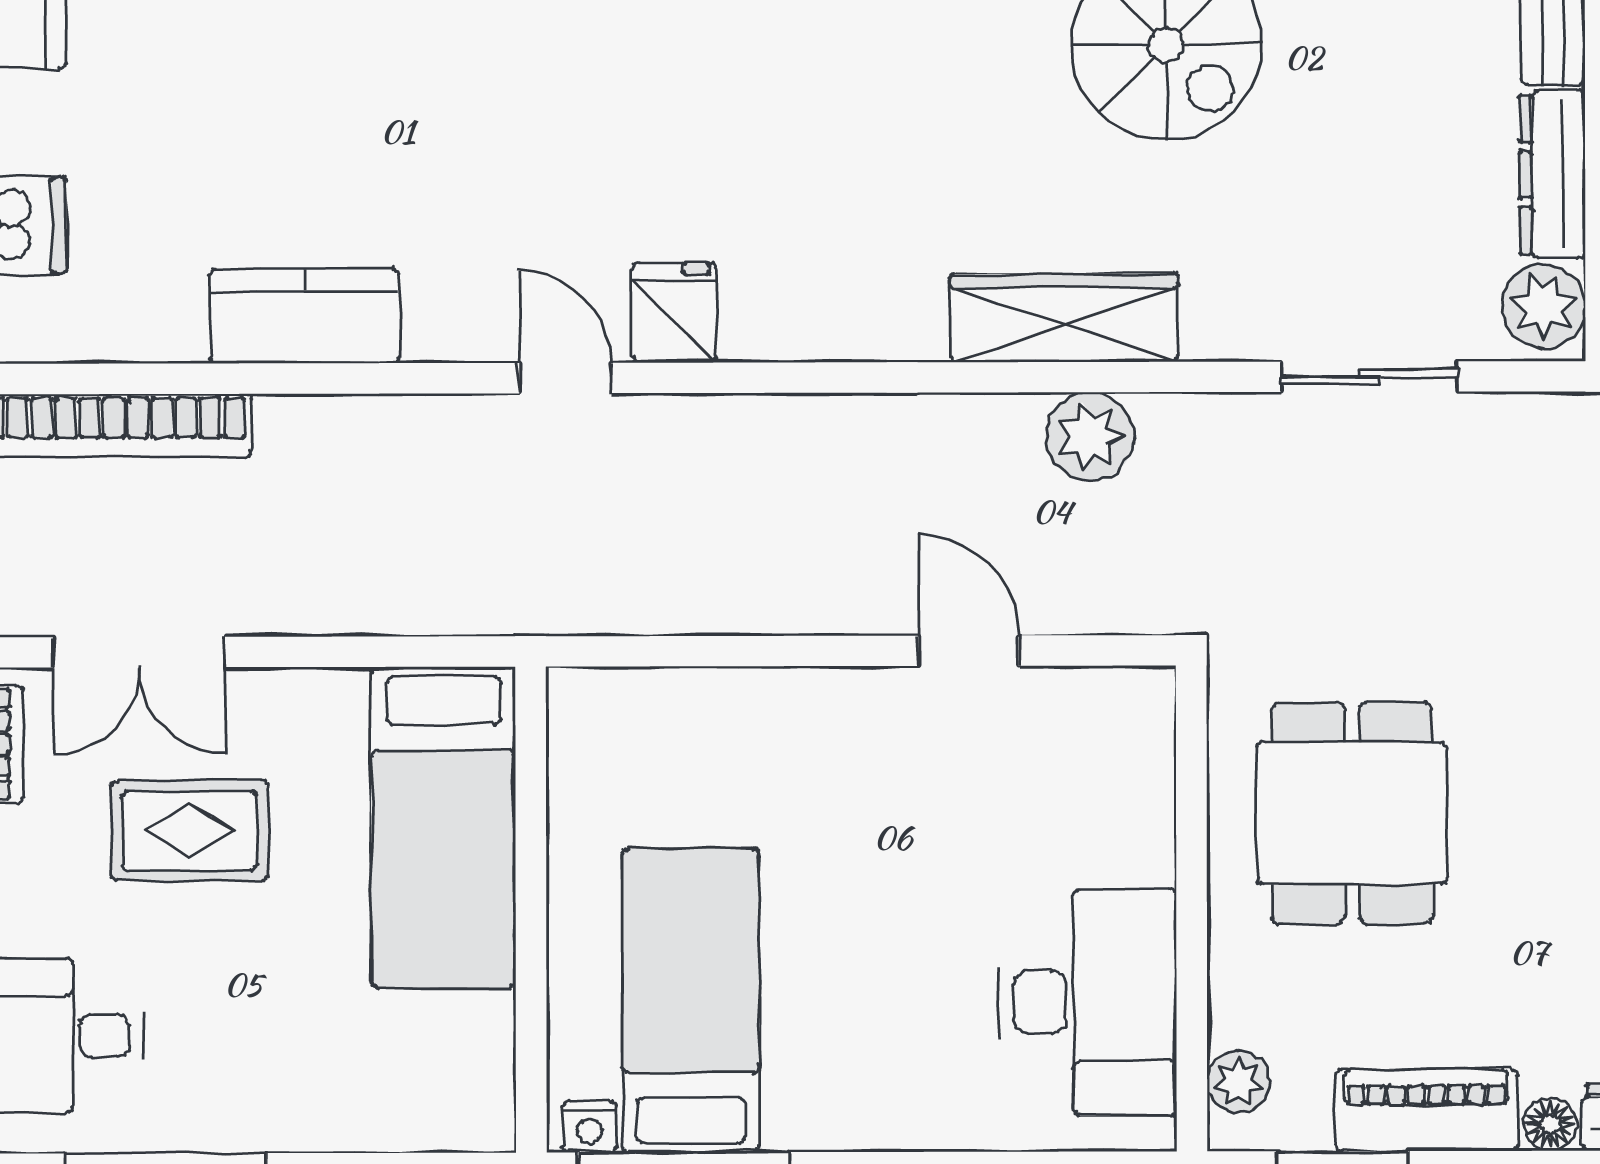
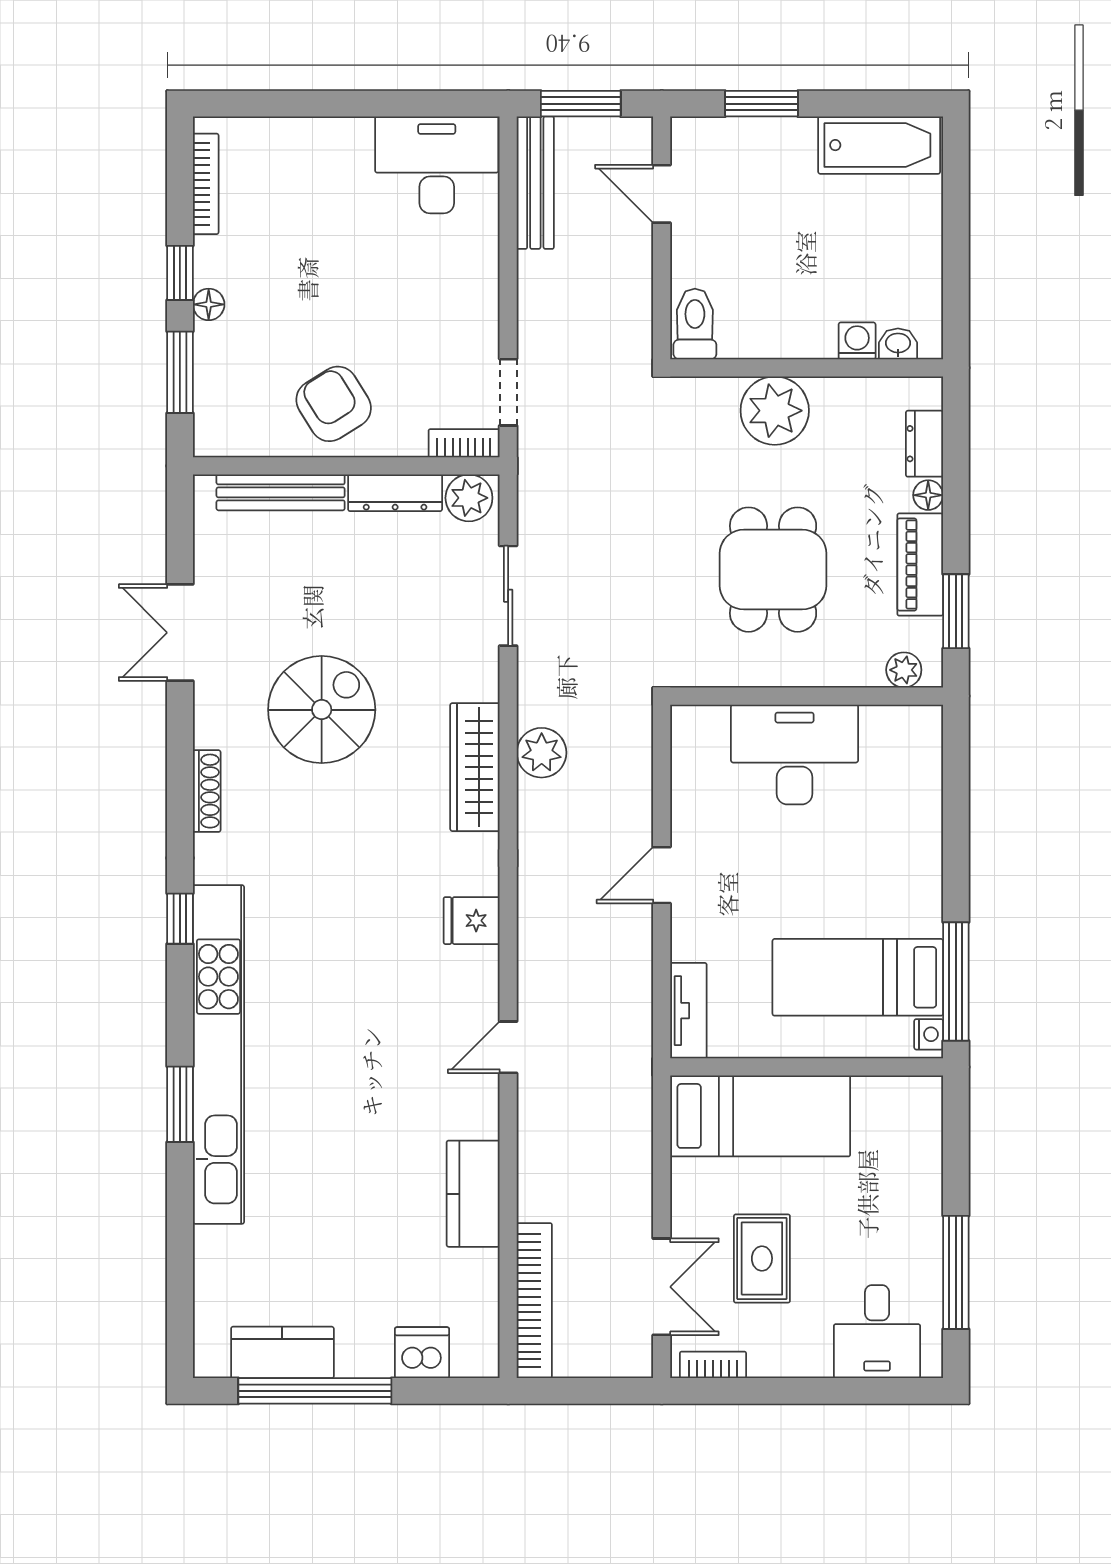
fridge: (674, 313) -> (472, 921), moved
door: (968, 651) -> (662, 875), moved
tv unit: (631, 699) -> (688, 1011), added
dining table: (1352, 813) -> (773, 570), moved, turned 90
desk: (1088, 1002) -> (795, 755), moved

